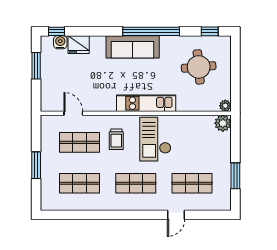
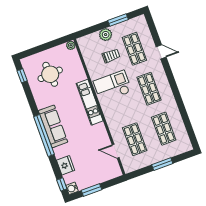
window: (151, 31) -> (44, 135), moved
water cooler: (60, 42) -> (72, 188), moved
door: (73, 113) -> (116, 151), hinge flipped
plant: (223, 123) -> (106, 35), moved
trolley: (116, 139) -> (111, 56), moved
checkout: (155, 139) -> (113, 86), turned 180

